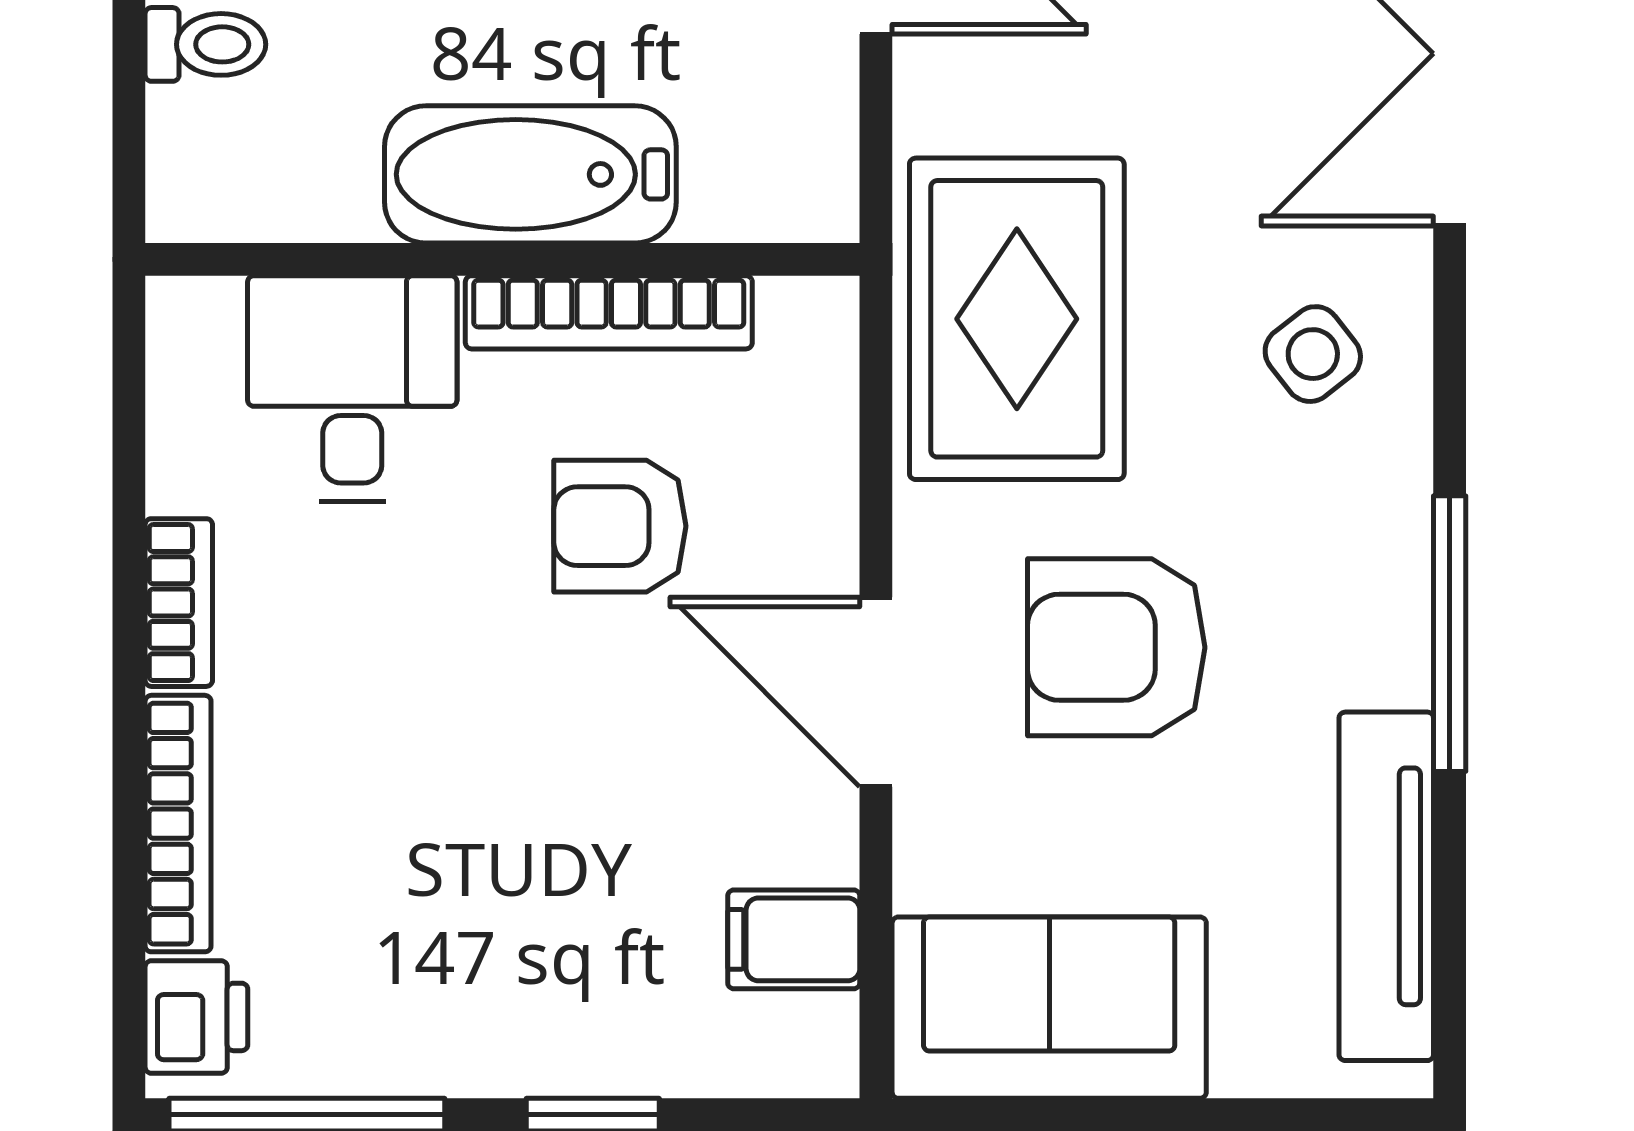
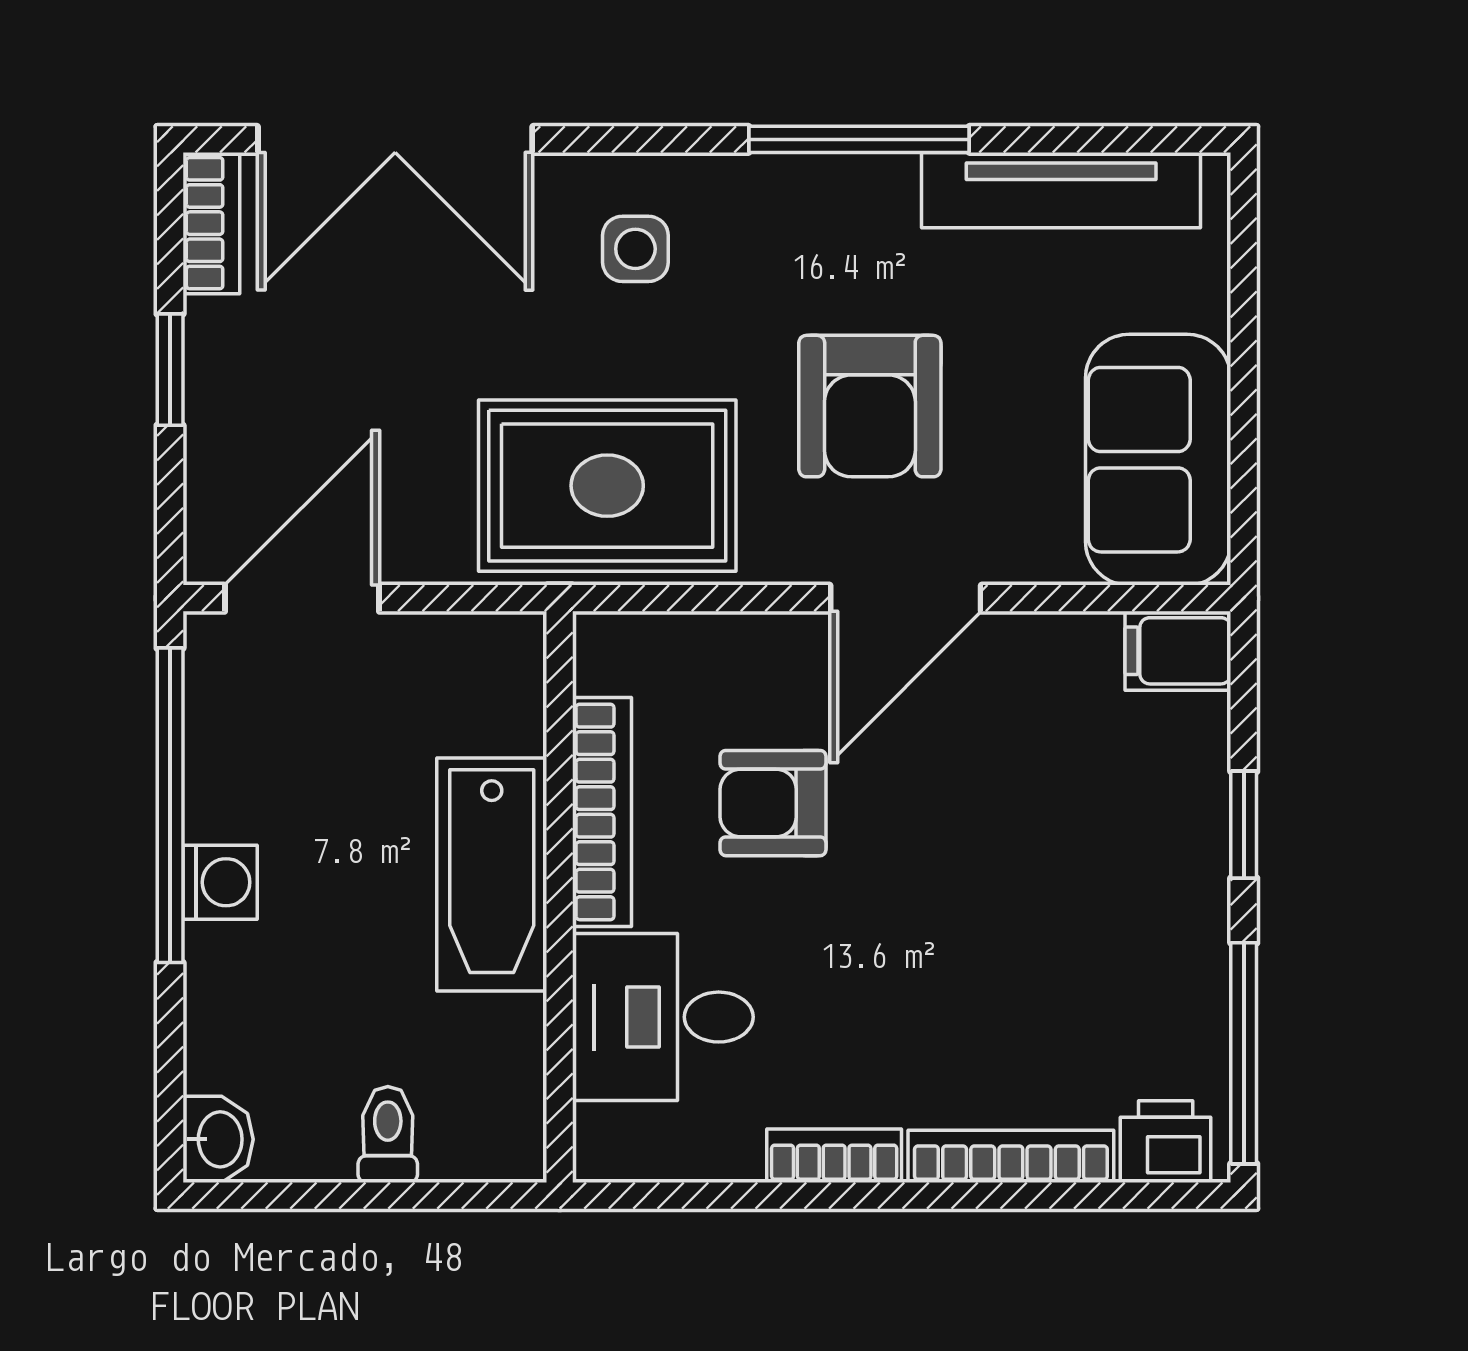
side table: (1313, 354) -> (635, 249), turned 38
armchair: (620, 526) -> (773, 803), turned 90
filing cabinet: (794, 939) -> (1178, 651), moved, turned 90

